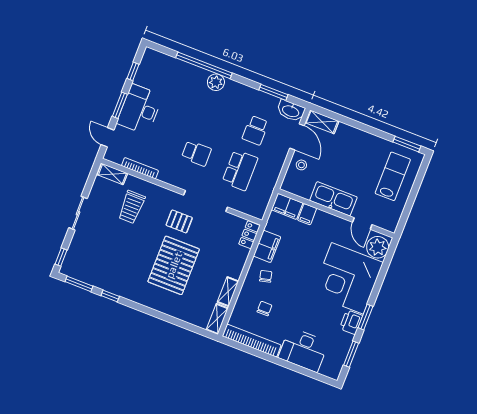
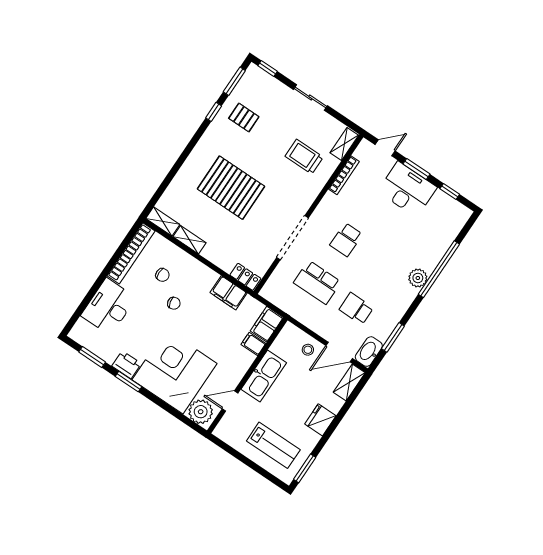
fridge: (361, 140) -> (320, 420), added
pallet: (179, 221) -> (244, 117), moved, turned 90
chair: (266, 276) -> (174, 303), moved

